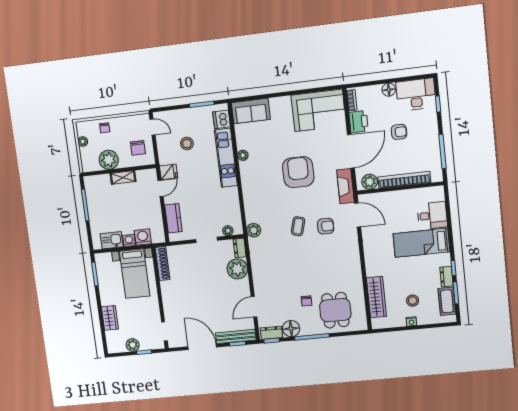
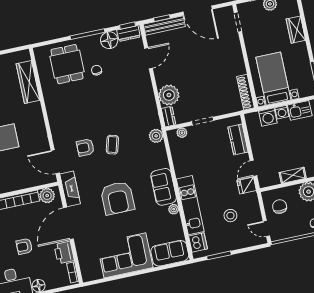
corner sofa: (319, 110) -> (125, 255), moved
sofa: (251, 179) -> (164, 187), added

